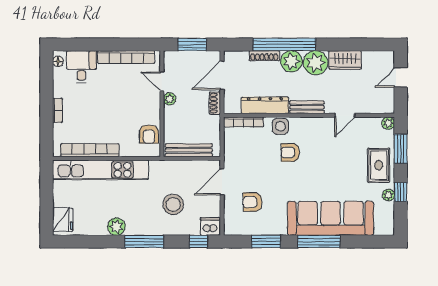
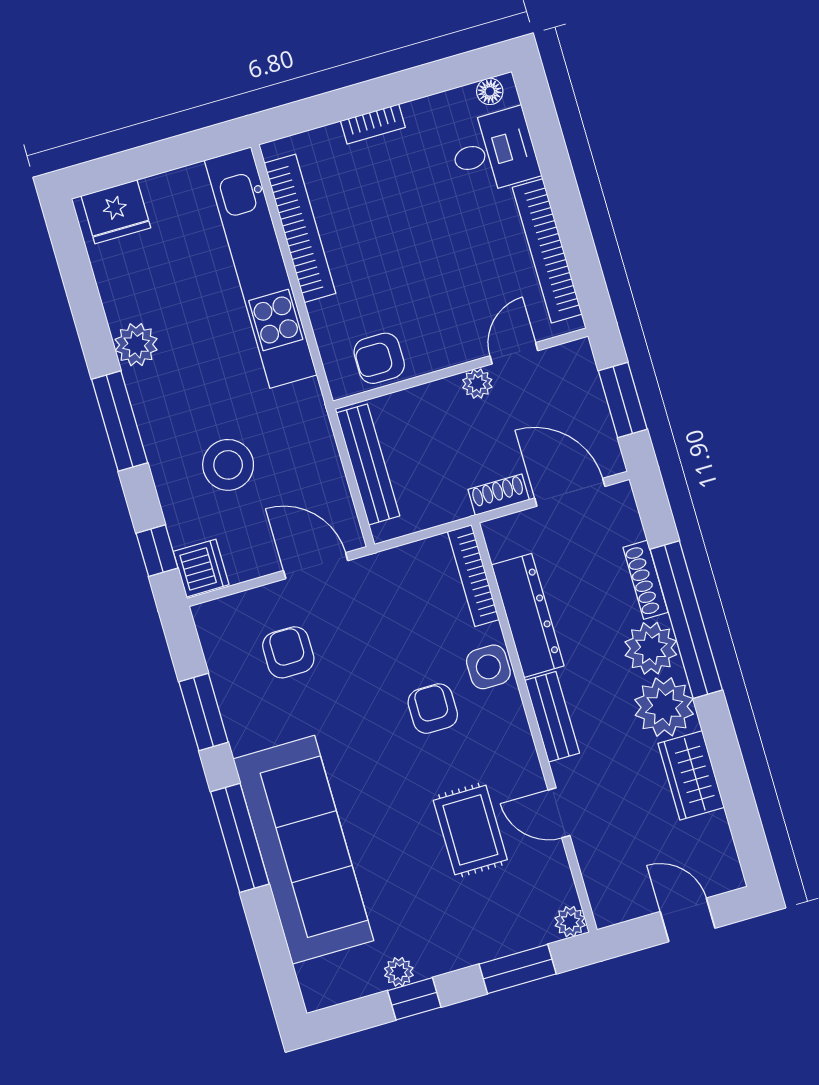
rug: (379, 165) -> (470, 830), moved, turned 90

